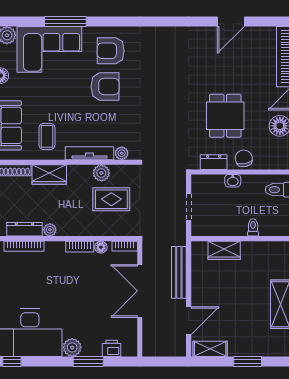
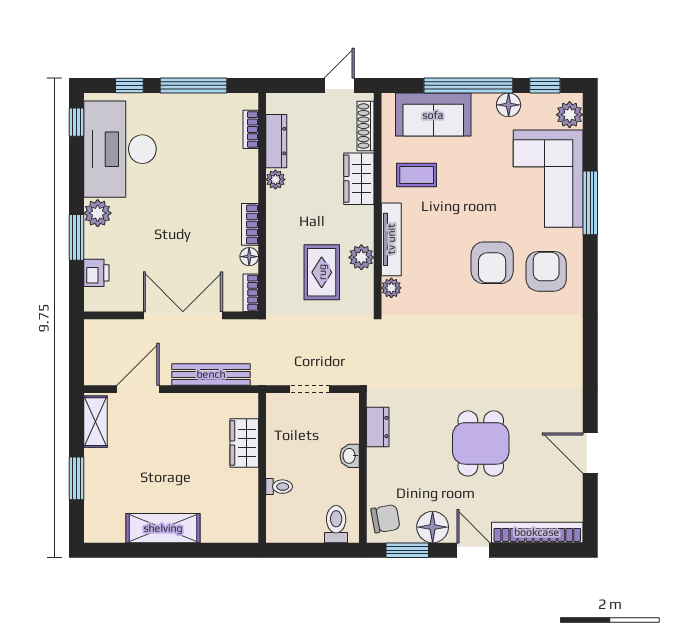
dining table: (225, 116) -> (481, 443), moved, turned 90
chair: (244, 158) -> (385, 519), moved
bookcase: (24, 246) -> (251, 129), width x0.64
door: (189, 321) -> (138, 389), swing flipped

